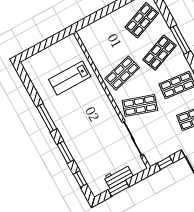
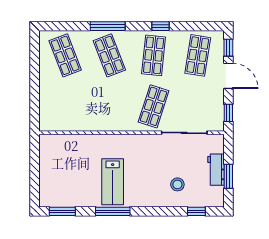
shop shelf: (122, 73) -> (109, 106), removed
lab bench: (70, 78) -> (113, 182), moved
window: (65, 152) -> (62, 211), moved
stool: (92, 154) -> (177, 184), added

